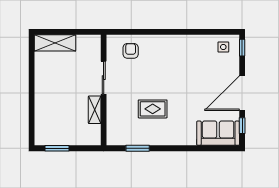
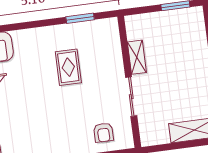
rug: (153, 109) -> (68, 67), turned 90

